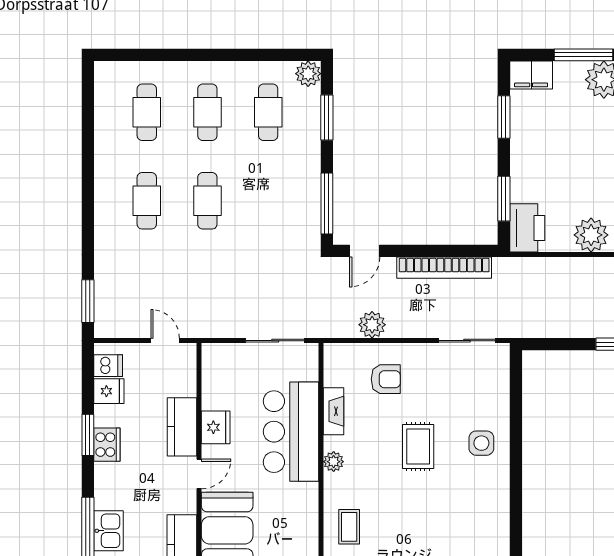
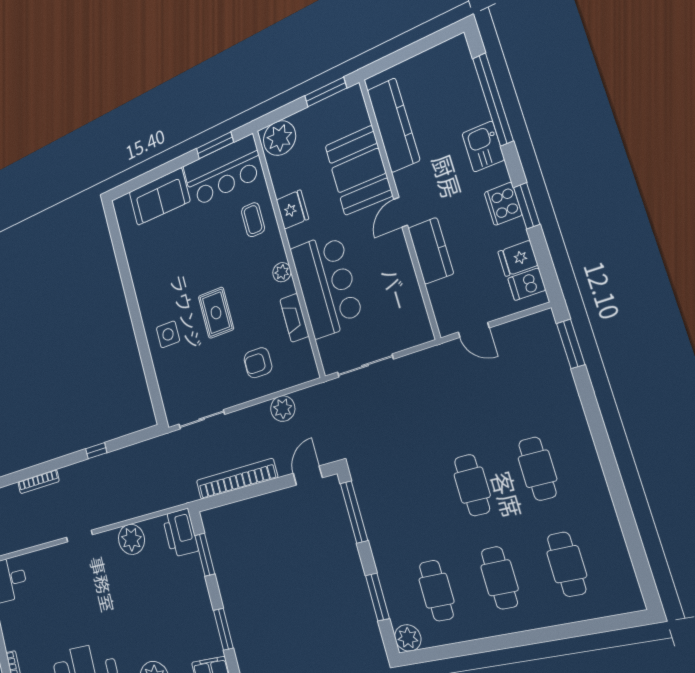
fridge: (216, 427) -> (292, 209), moved, turned 180
kitchen sink: (109, 531) -> (483, 147), moved

